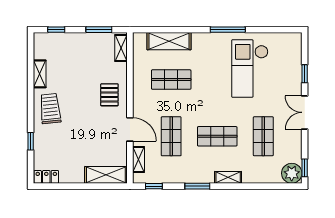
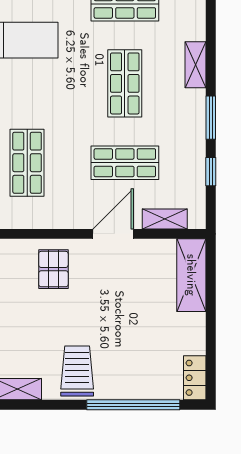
pallet: (109, 95) -> (53, 269), turned 90
trolley: (50, 109) -> (77, 371), turned 96
window: (31, 141) -> (133, 405), width x3.17
window: (154, 186) -> (211, 172), moved

